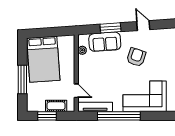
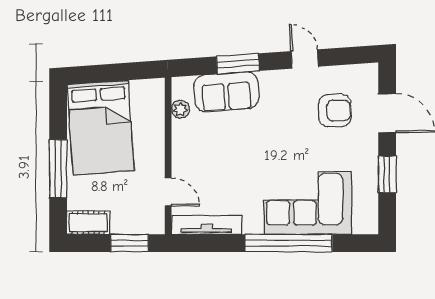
armchair: (136, 57) -> (335, 111), moved, turned 72
cot: (56, 106) -> (88, 223), moved
window: (47, 116) -> (129, 243), moved
window: (119, 116) -> (289, 243), moved

